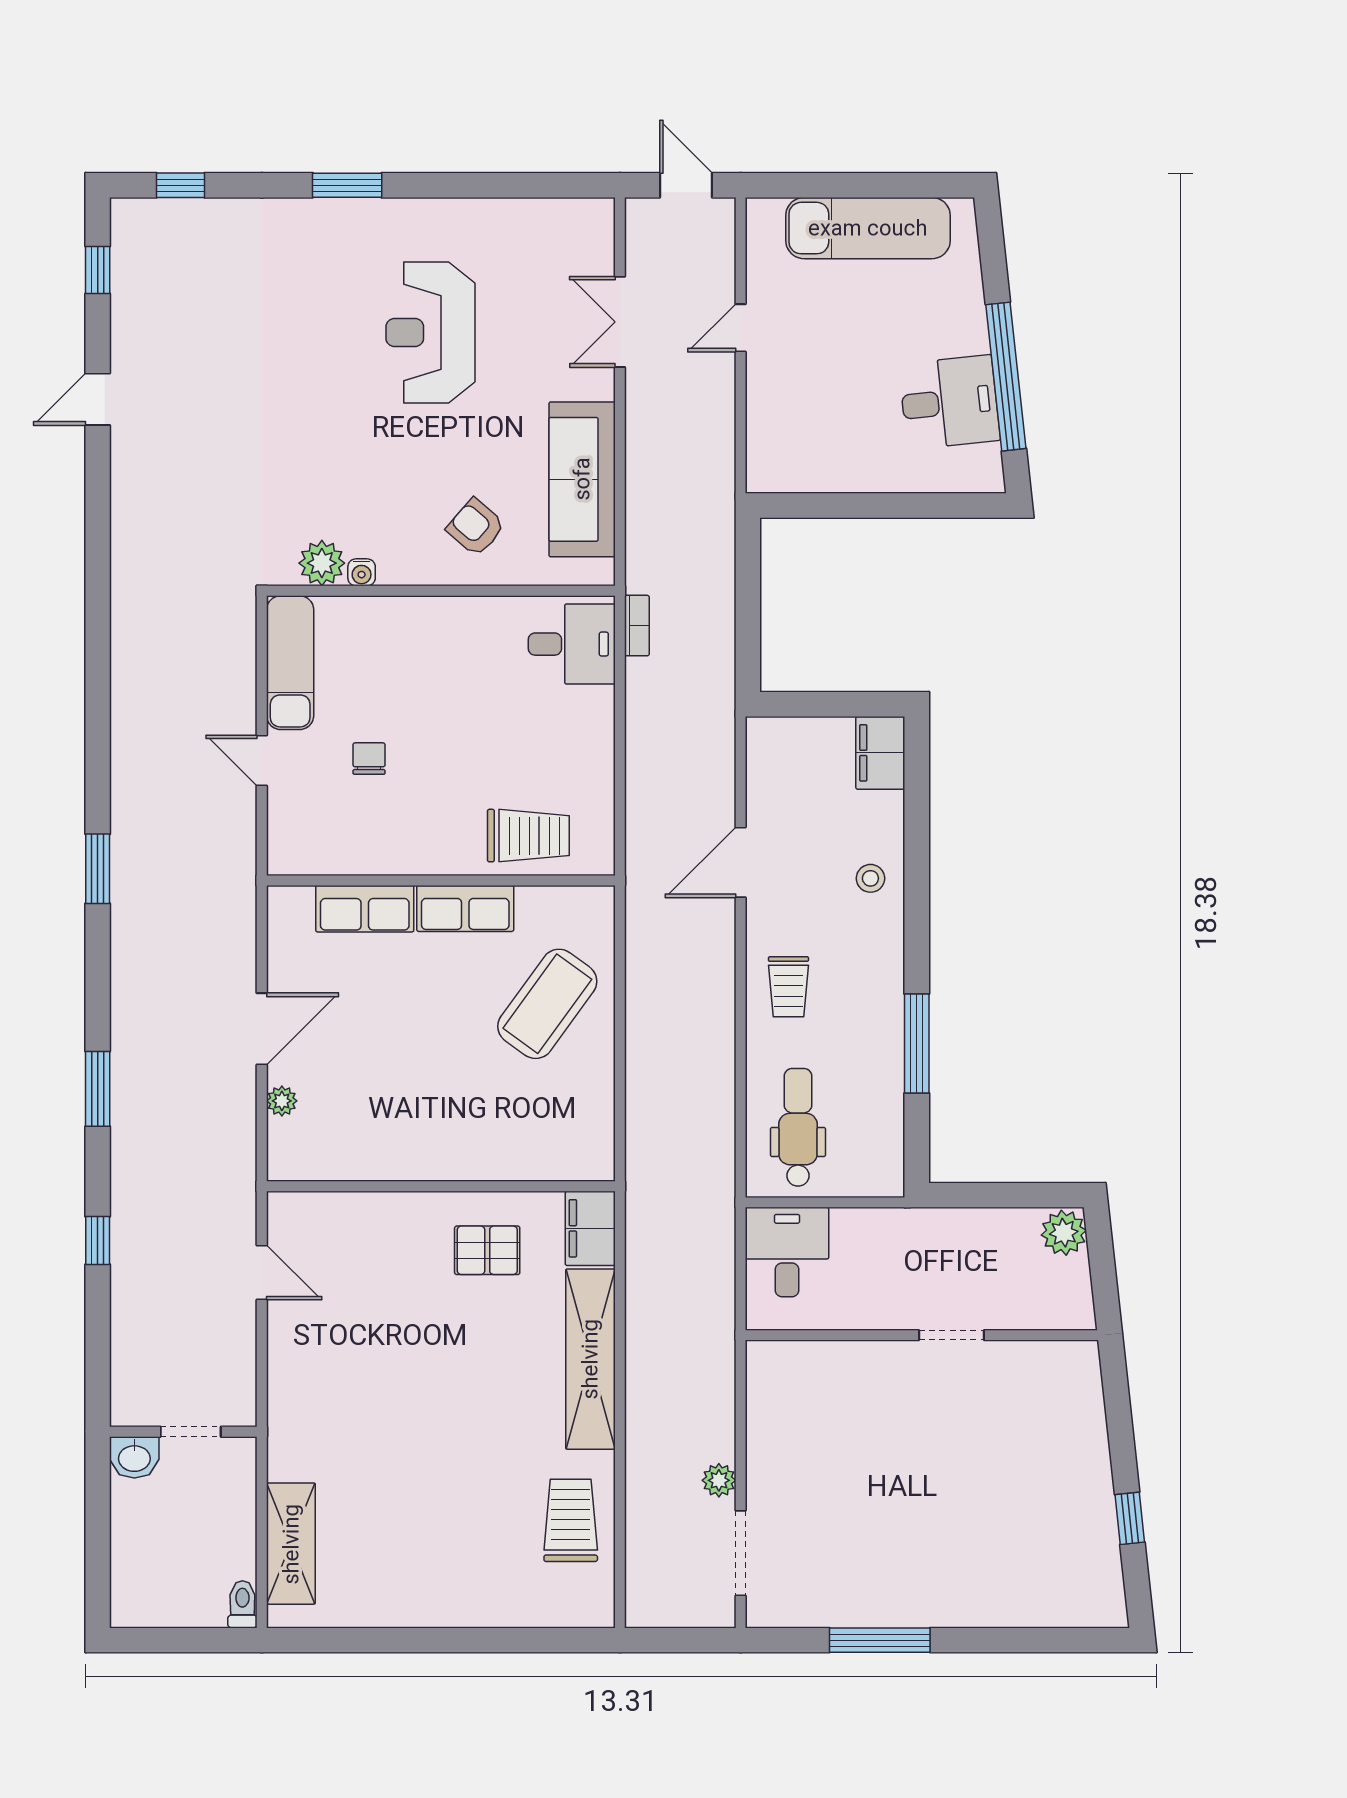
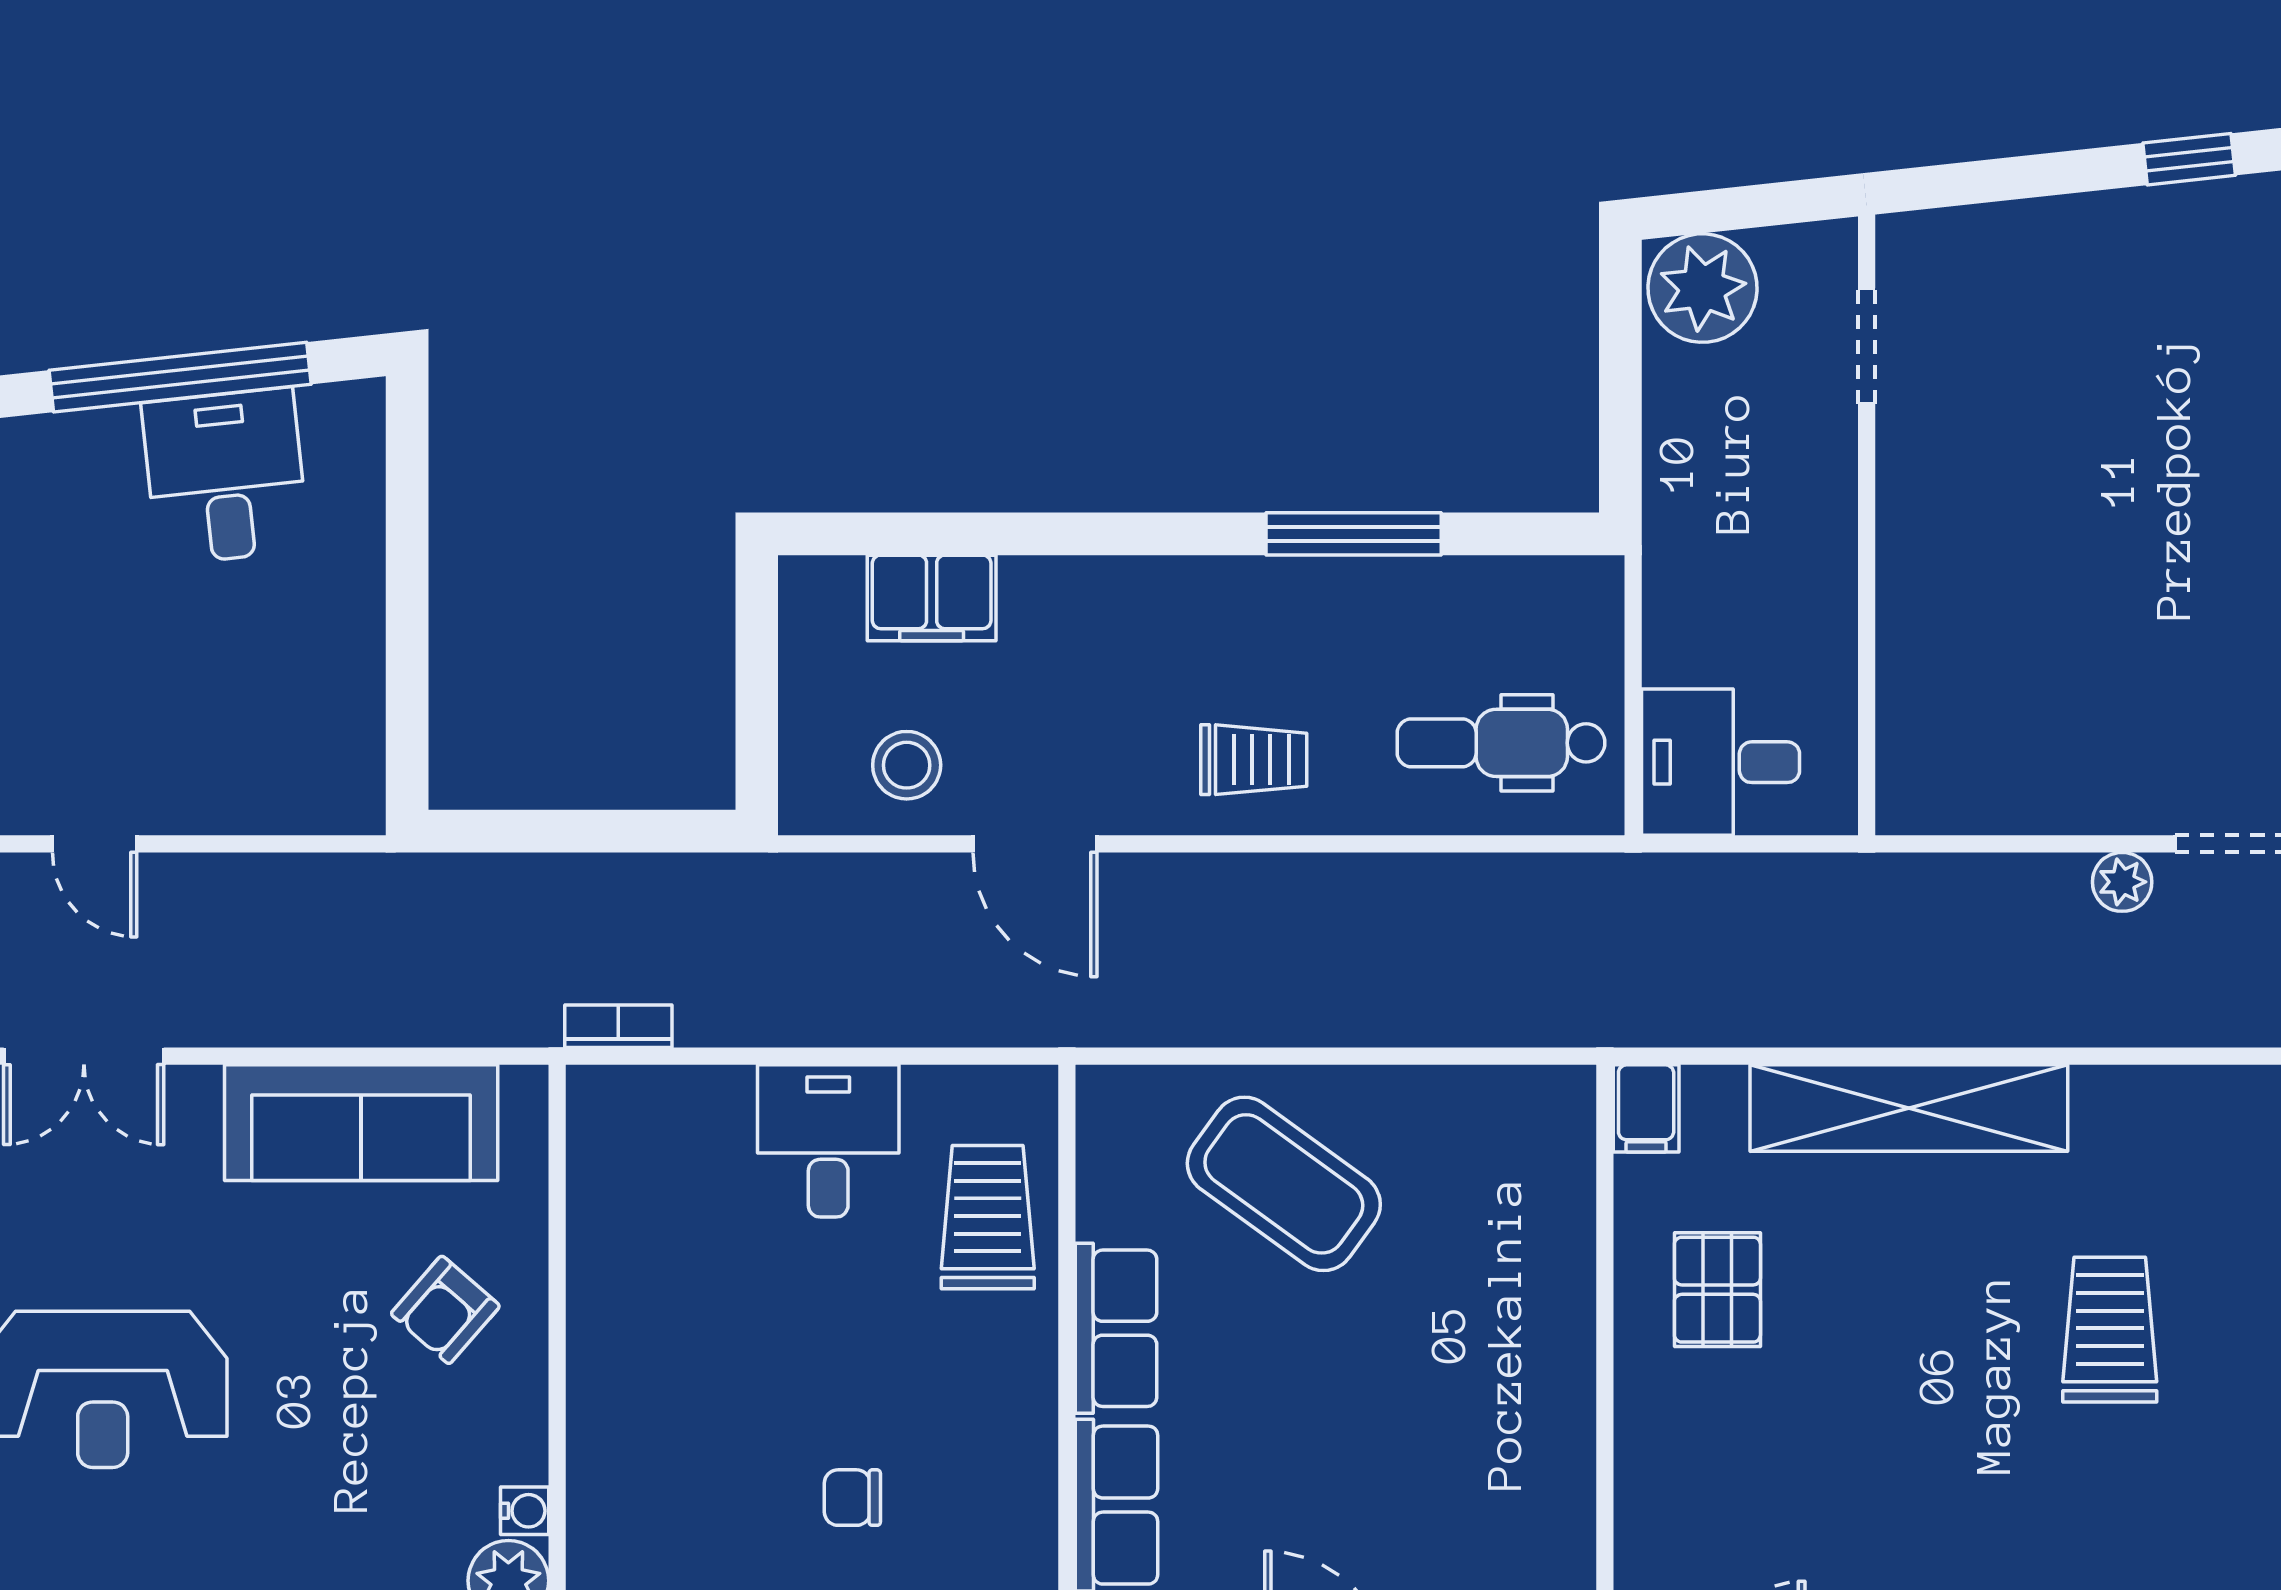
desk: (572, 644) -> (828, 1141), moved
filing cabinet: (880, 753) -> (932, 598), moved
stool: (870, 878) -> (907, 765), moved, width x1.37, depth x1.37
filing cabinet: (590, 1228) -> (1646, 1108), width x0.50
plant: (1064, 1233) -> (1702, 288), width x1.36, depth x1.36
doorway: (952, 1335) -> (1867, 346), moved
trolley: (571, 1520) -> (2110, 1330), moved, turned 90

